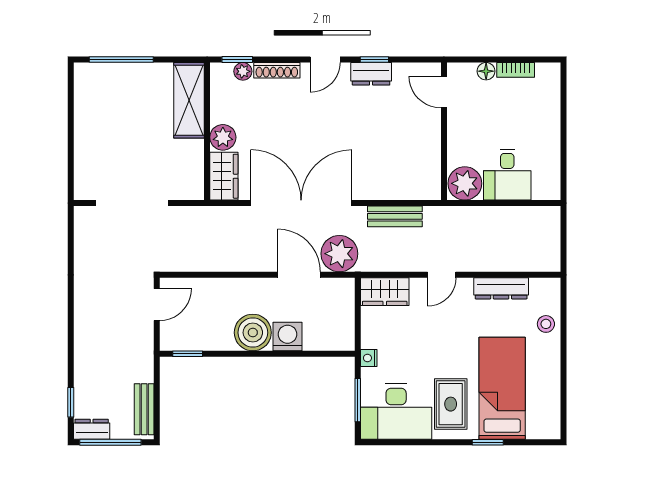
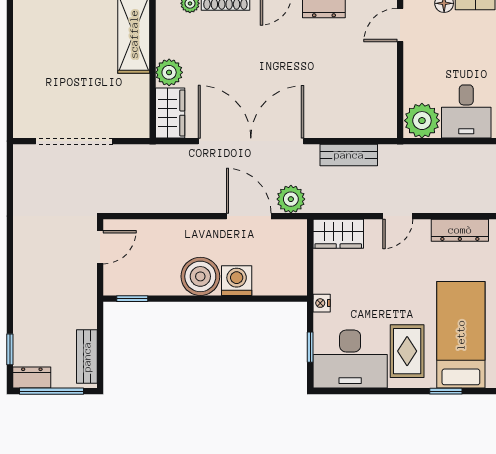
door: (444, 92) -> (400, 25), hinge flipped
plant: (339, 254) -> (291, 199), width x0.73, depth x0.73
window: (358, 400) -> (310, 347), width x0.67

